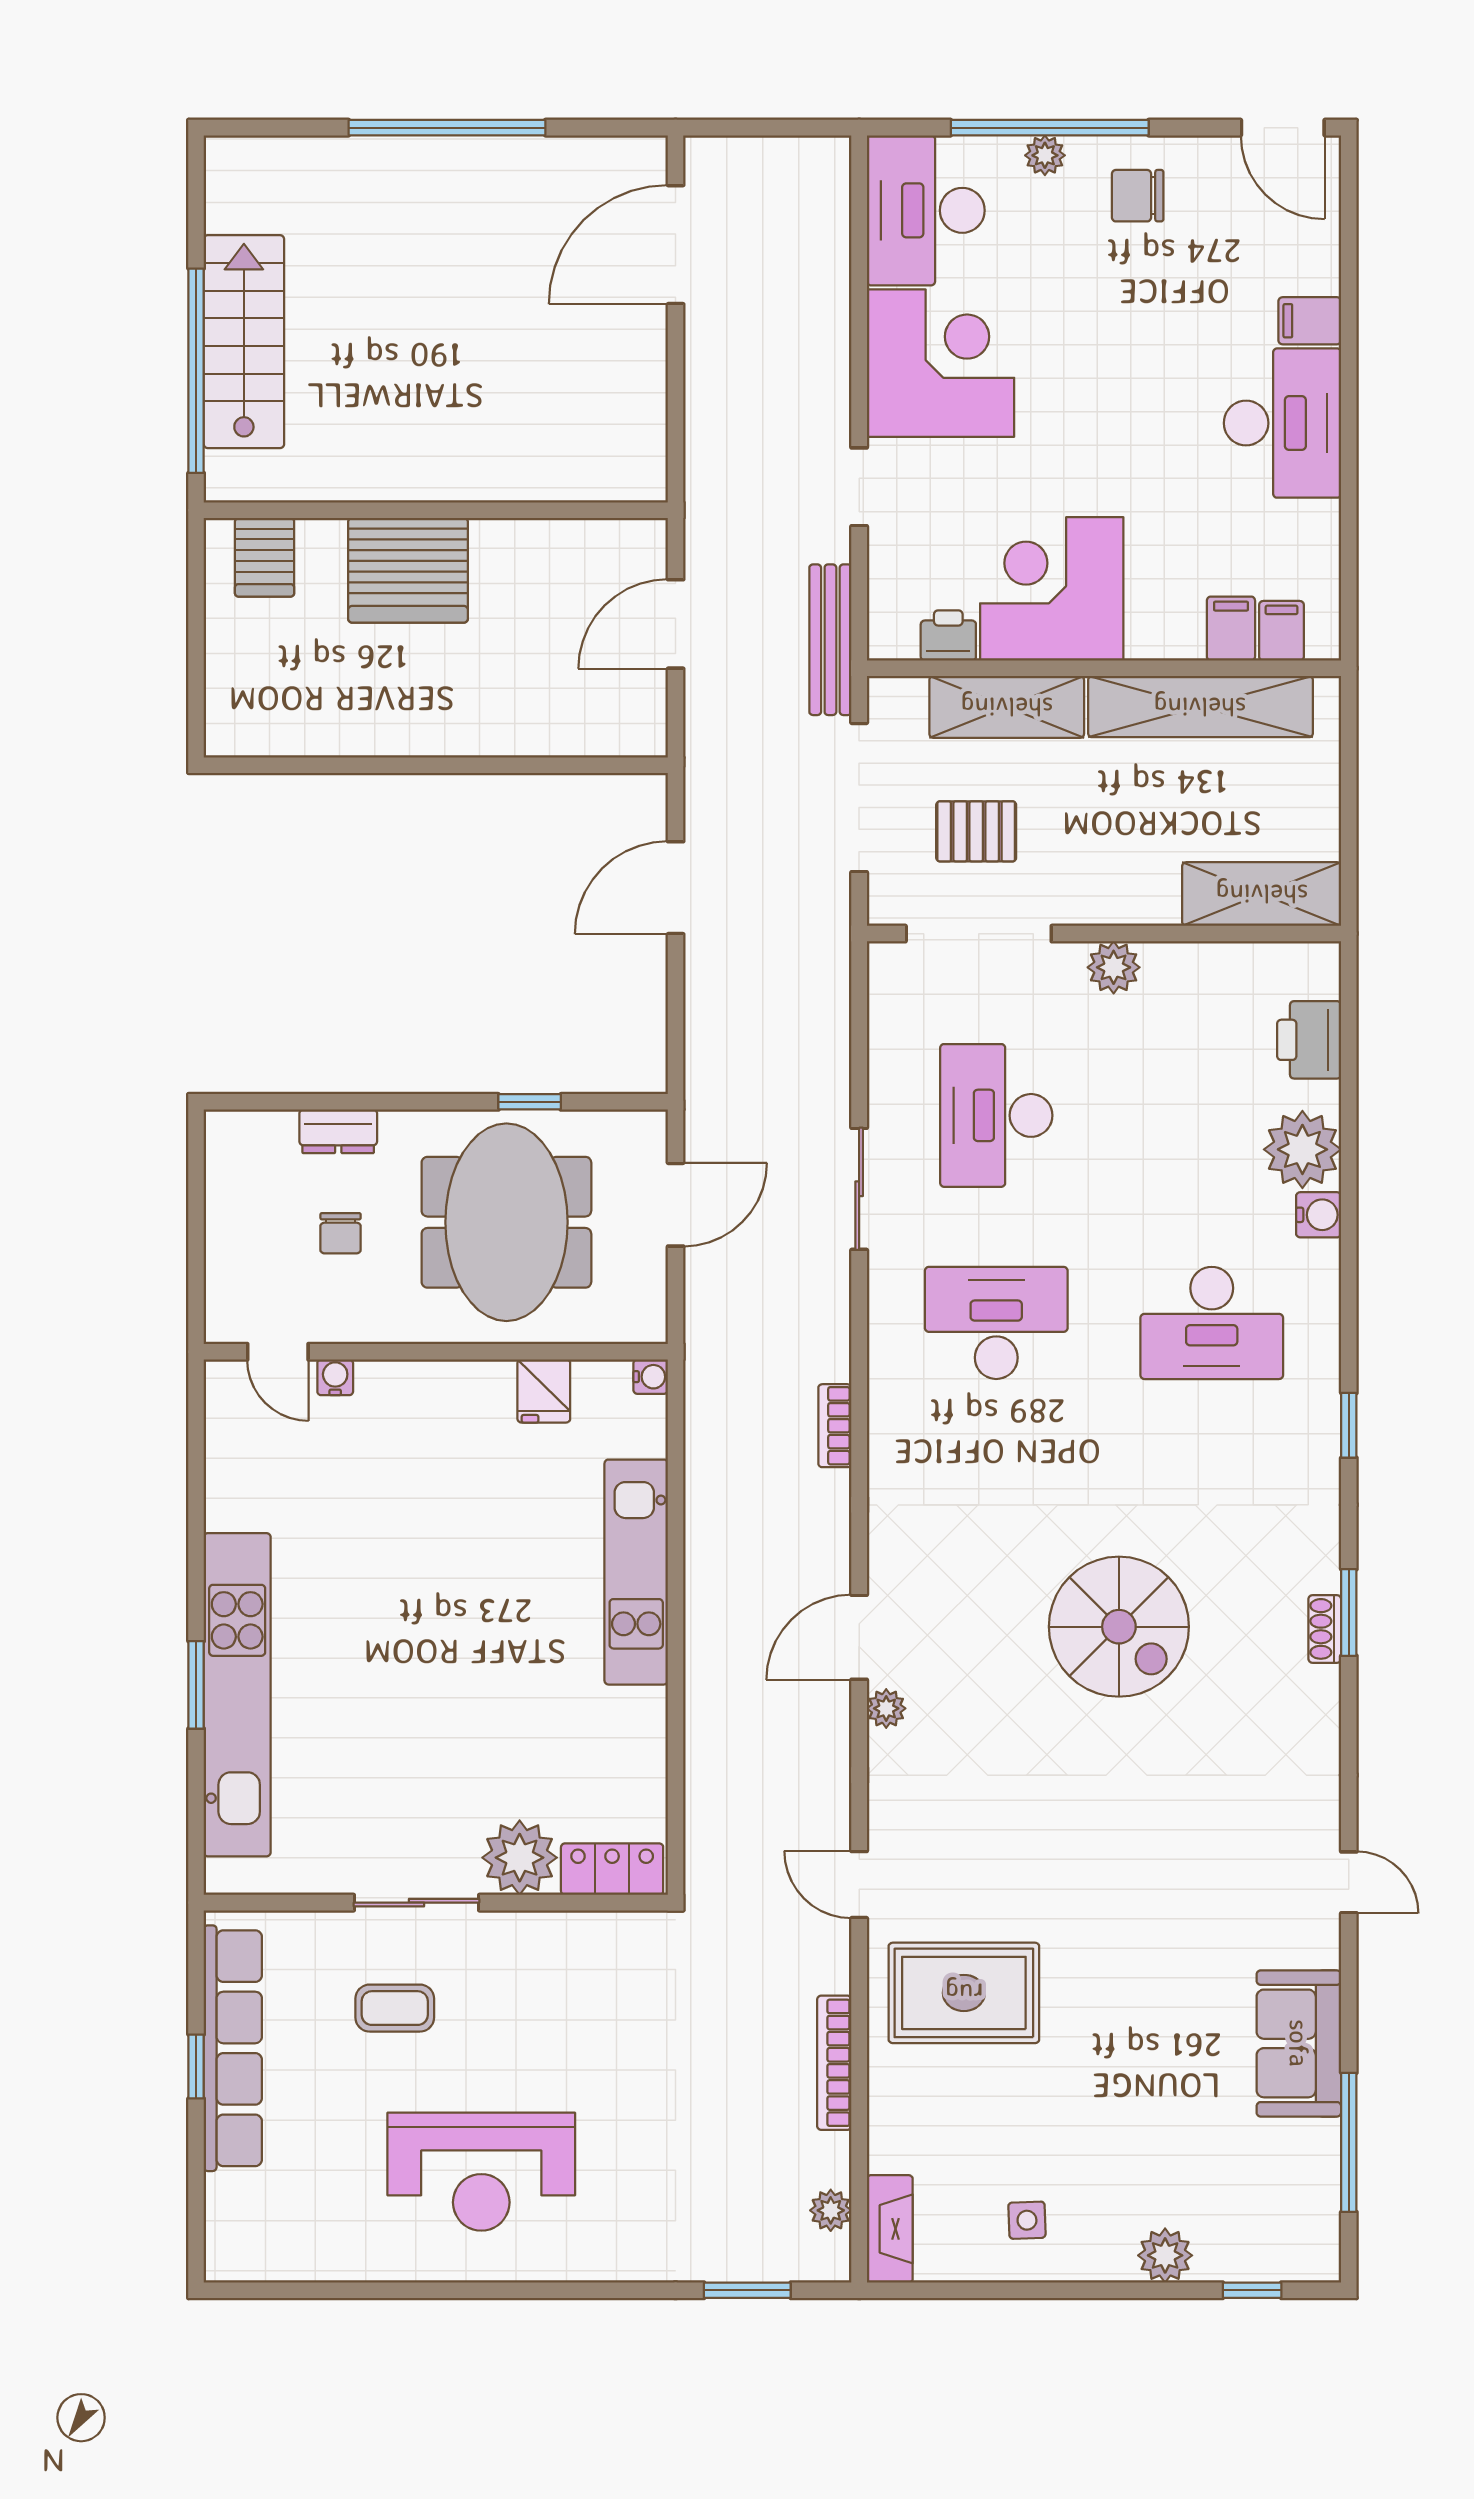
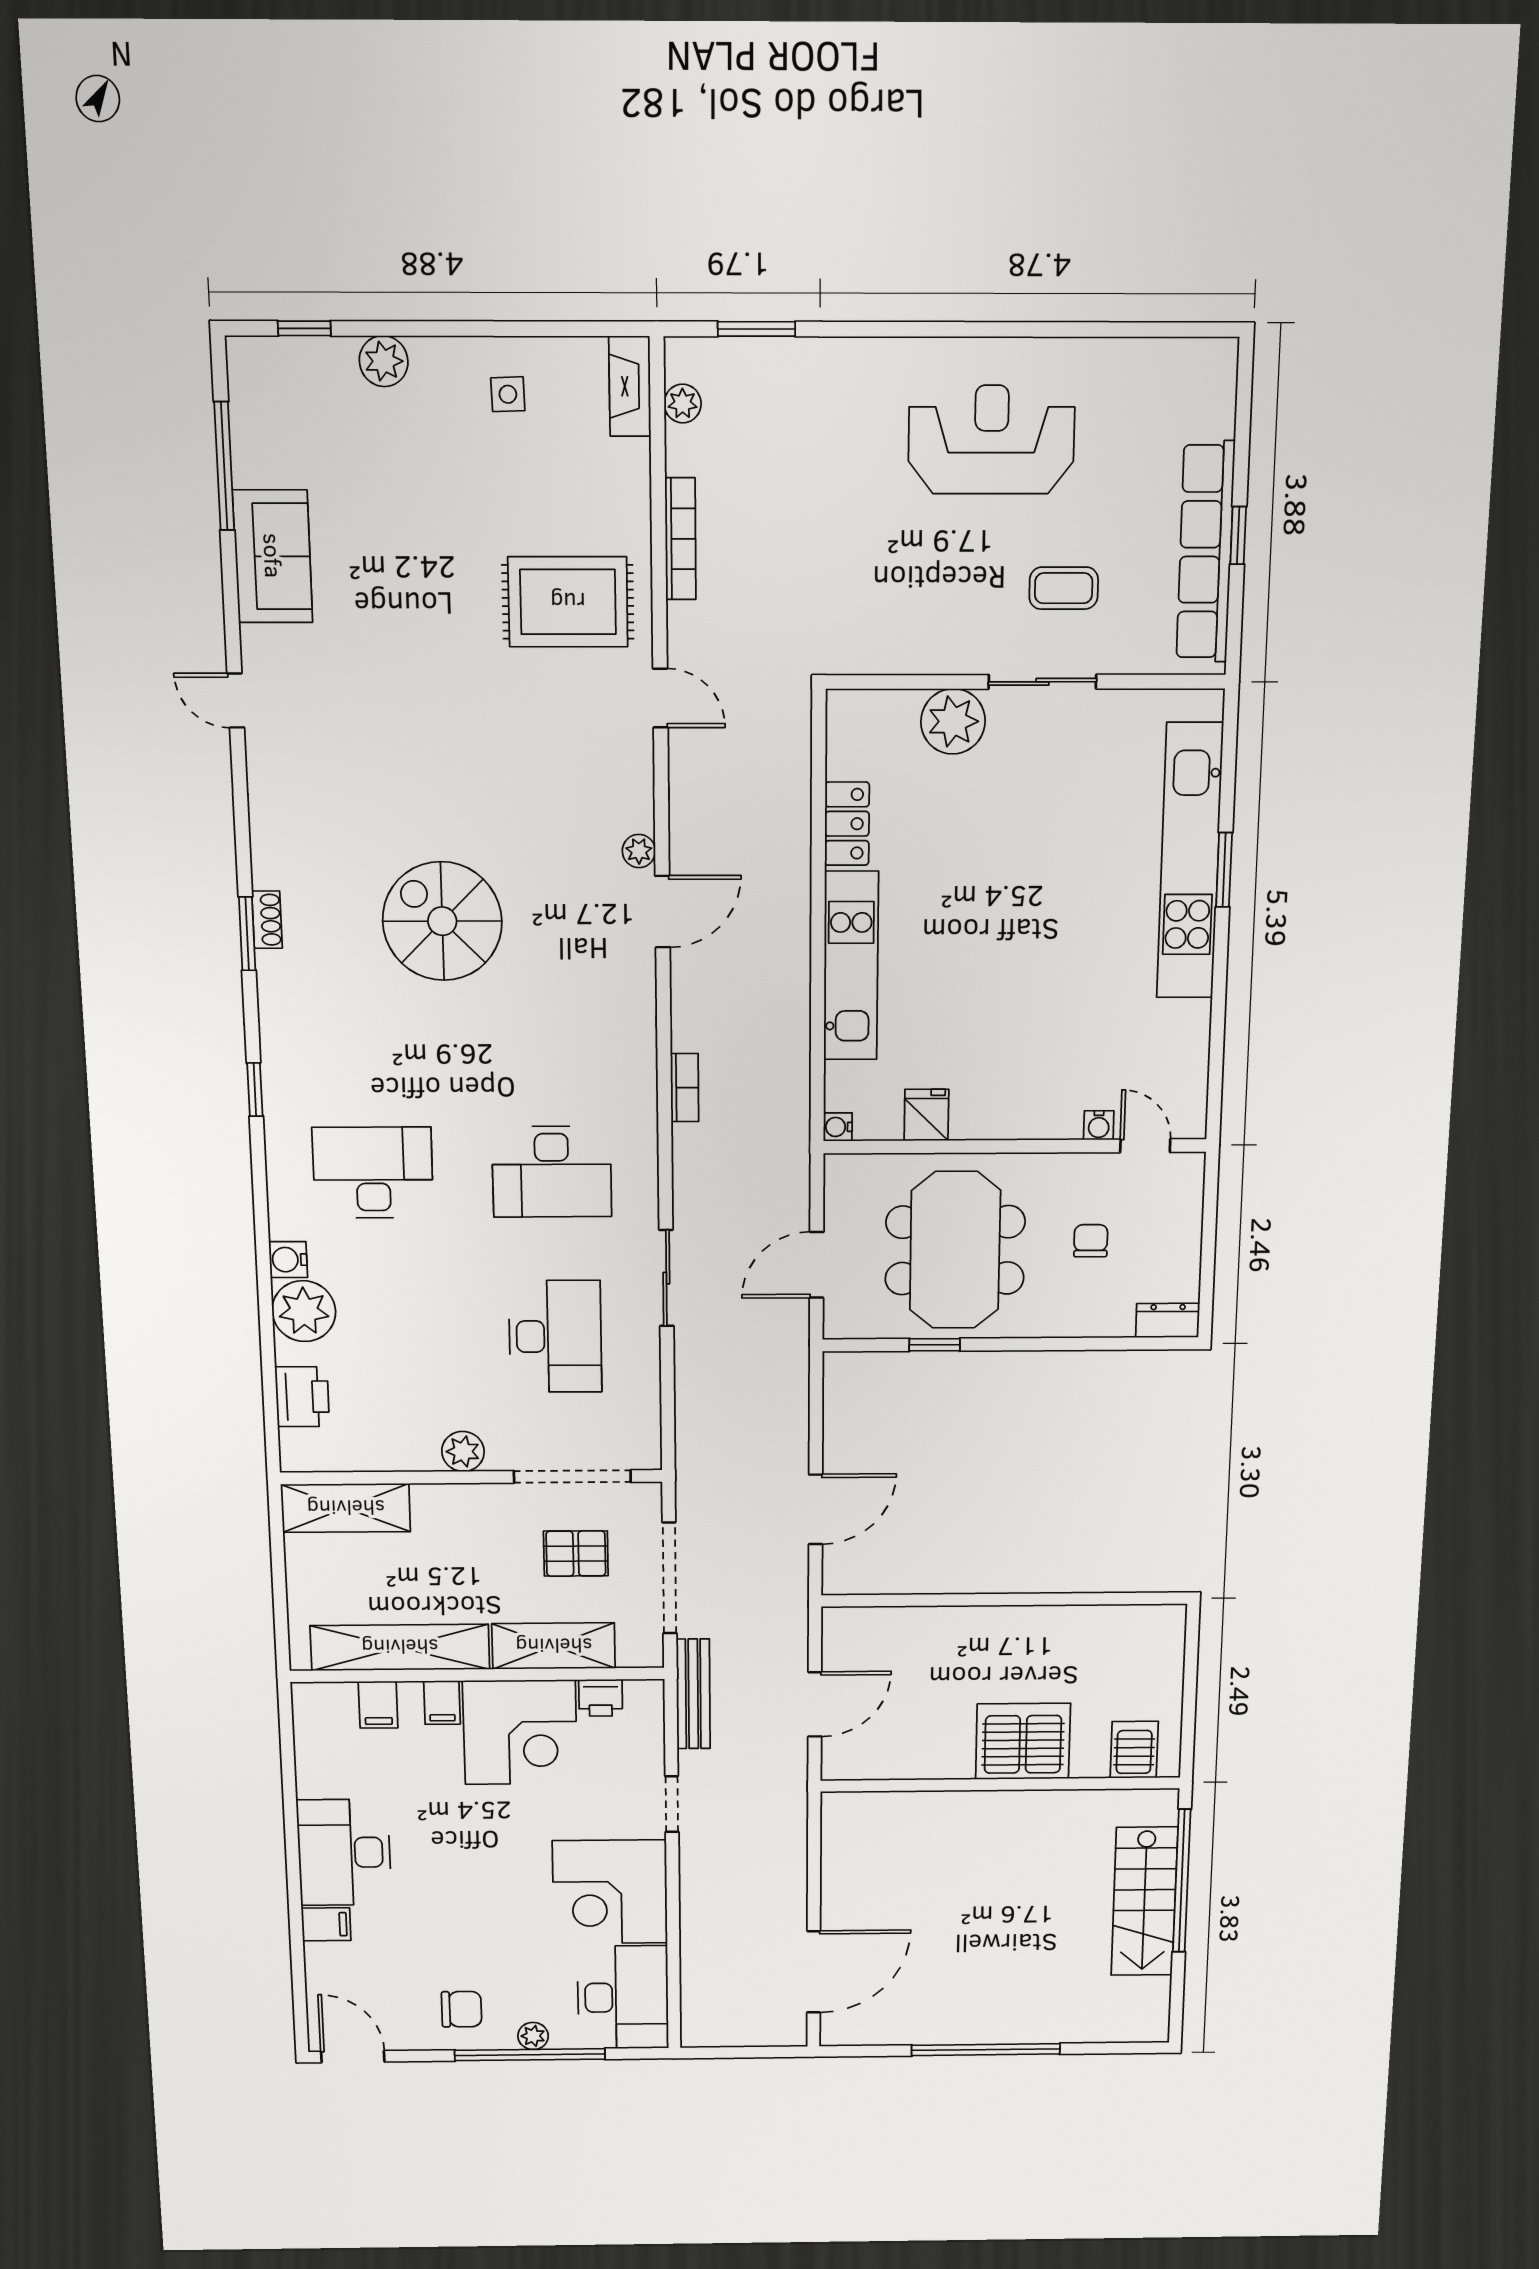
filing cabinet: (1281, 631) -> (442, 1703), moved
dresser: (338, 1131) -> (1168, 1320), moved
locker: (612, 1869) -> (847, 824), moved, turned -90

